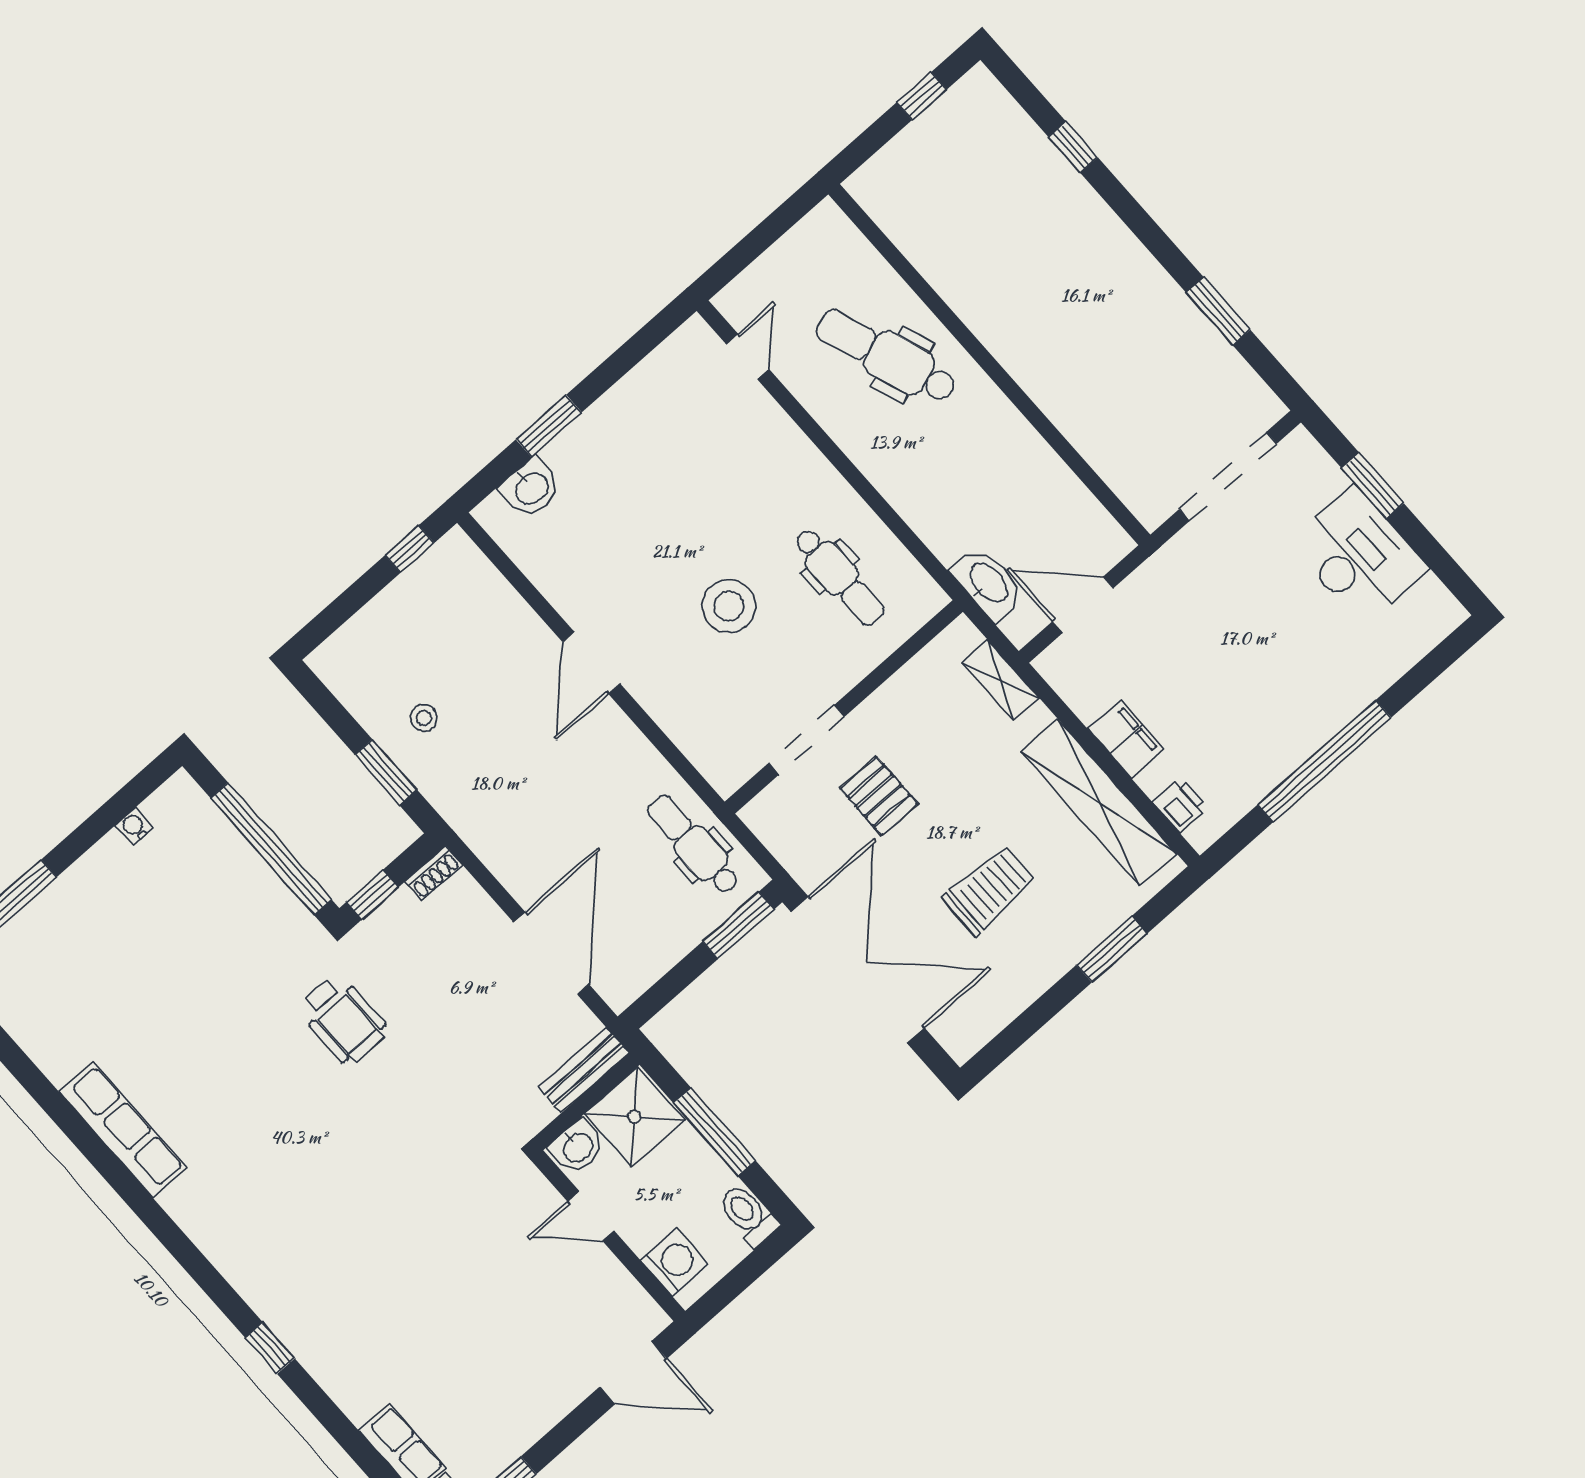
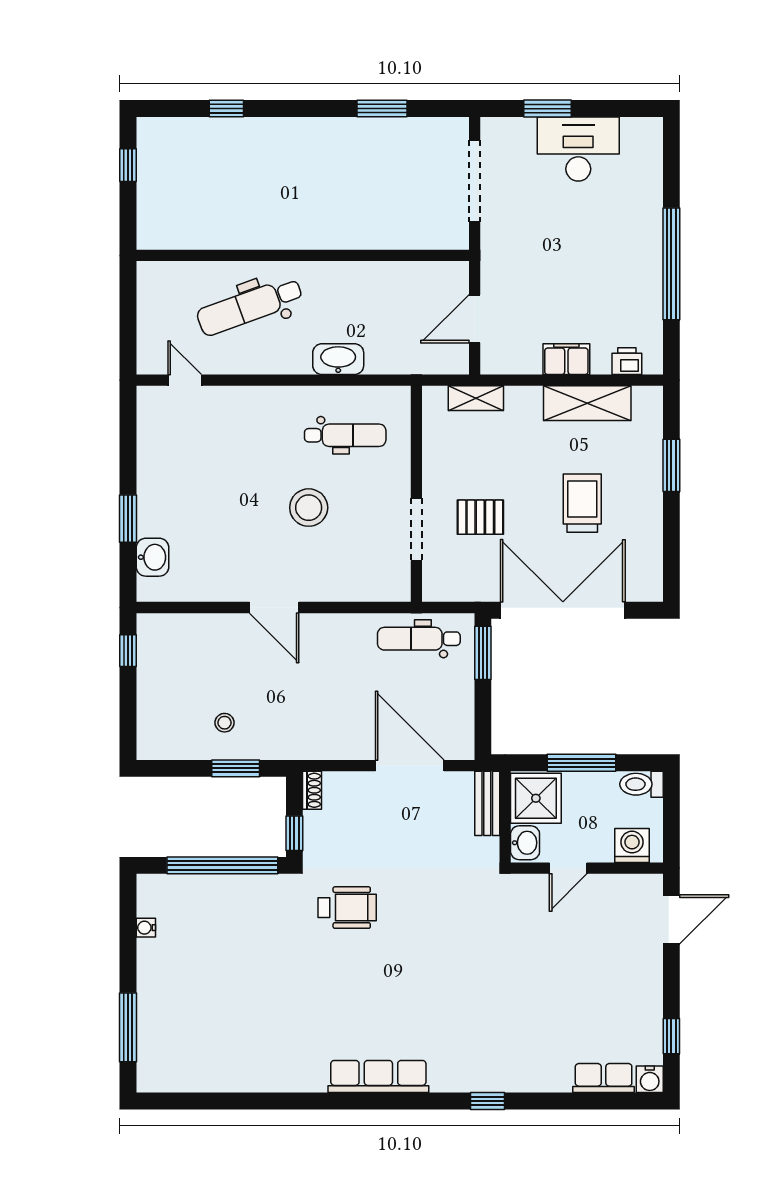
washbasin: (988, 583) -> (338, 359), moved
shelving: (1099, 802) -> (587, 403), width x0.68
row of seats: (123, 1130) -> (378, 1076), moved

